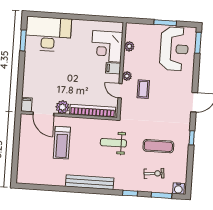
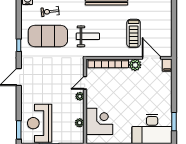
filing cabinet: (113, 68) -> (92, 102), removed
coffee table: (143, 89) -> (65, 86), removed
door: (120, 91) -> (85, 83), swing flipped
treadmill: (62, 143) -> (134, 33), turned 180
exercise mat: (158, 146) -> (48, 36), width x2.00, depth x1.45

